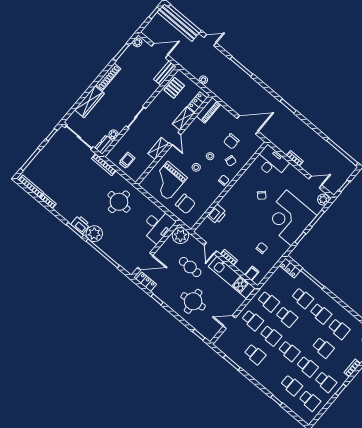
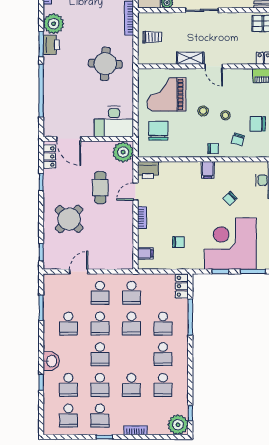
shelving: (183, 119) -> (240, 58), removed
door: (175, 139) -> (214, 66), hinge flipped
filing cabinet: (234, 194) -> (208, 170), added
chair: (185, 204) -> (158, 131), turned 180
printer: (217, 214) -> (148, 170), moved
plant: (94, 234) -> (54, 24), moved
kitchen unit: (232, 277) -> (125, 237), removed
round table: (193, 301) -> (69, 219), turned -37
door: (229, 322) -> (79, 272), hinge flipped
washbasin: (269, 383) -> (51, 361), added

